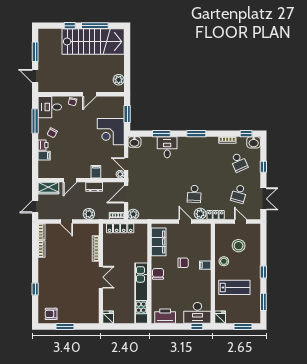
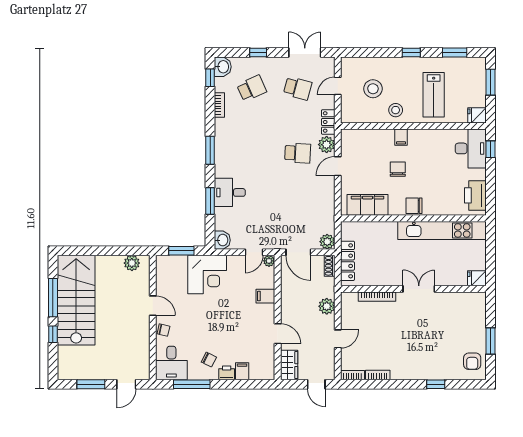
dresser: (94, 187) -> (287, 299), removed
lab bench: (234, 287) -> (434, 95), turned 180

